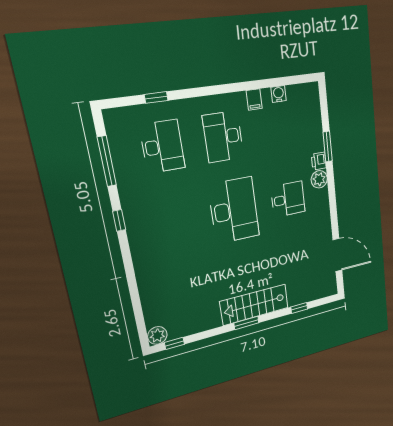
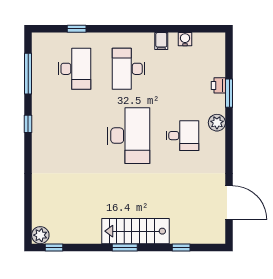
printer: (319, 161) -> (218, 85), moved

